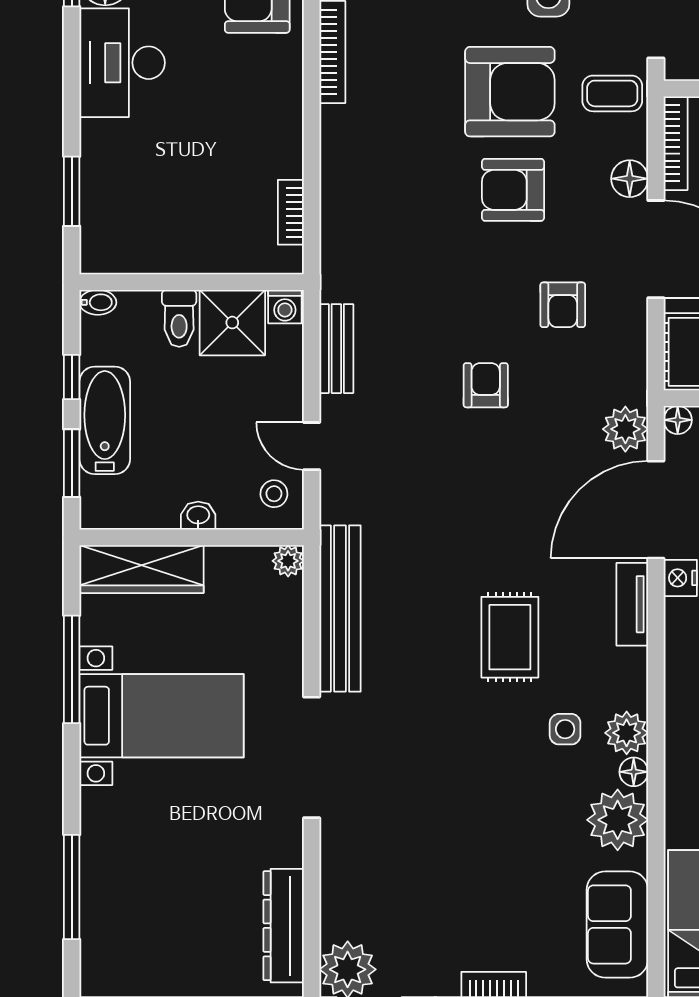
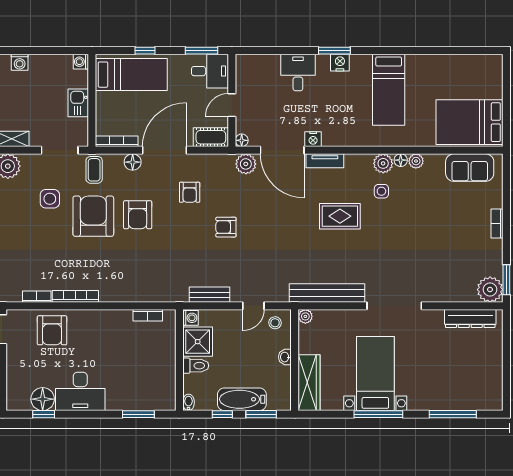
armchair: (563, 305) -> (190, 192), turned 90
window: (72, 669) -> (378, 414), moved
plant: (618, 820) -> (416, 161), width x0.53, depth x0.53

